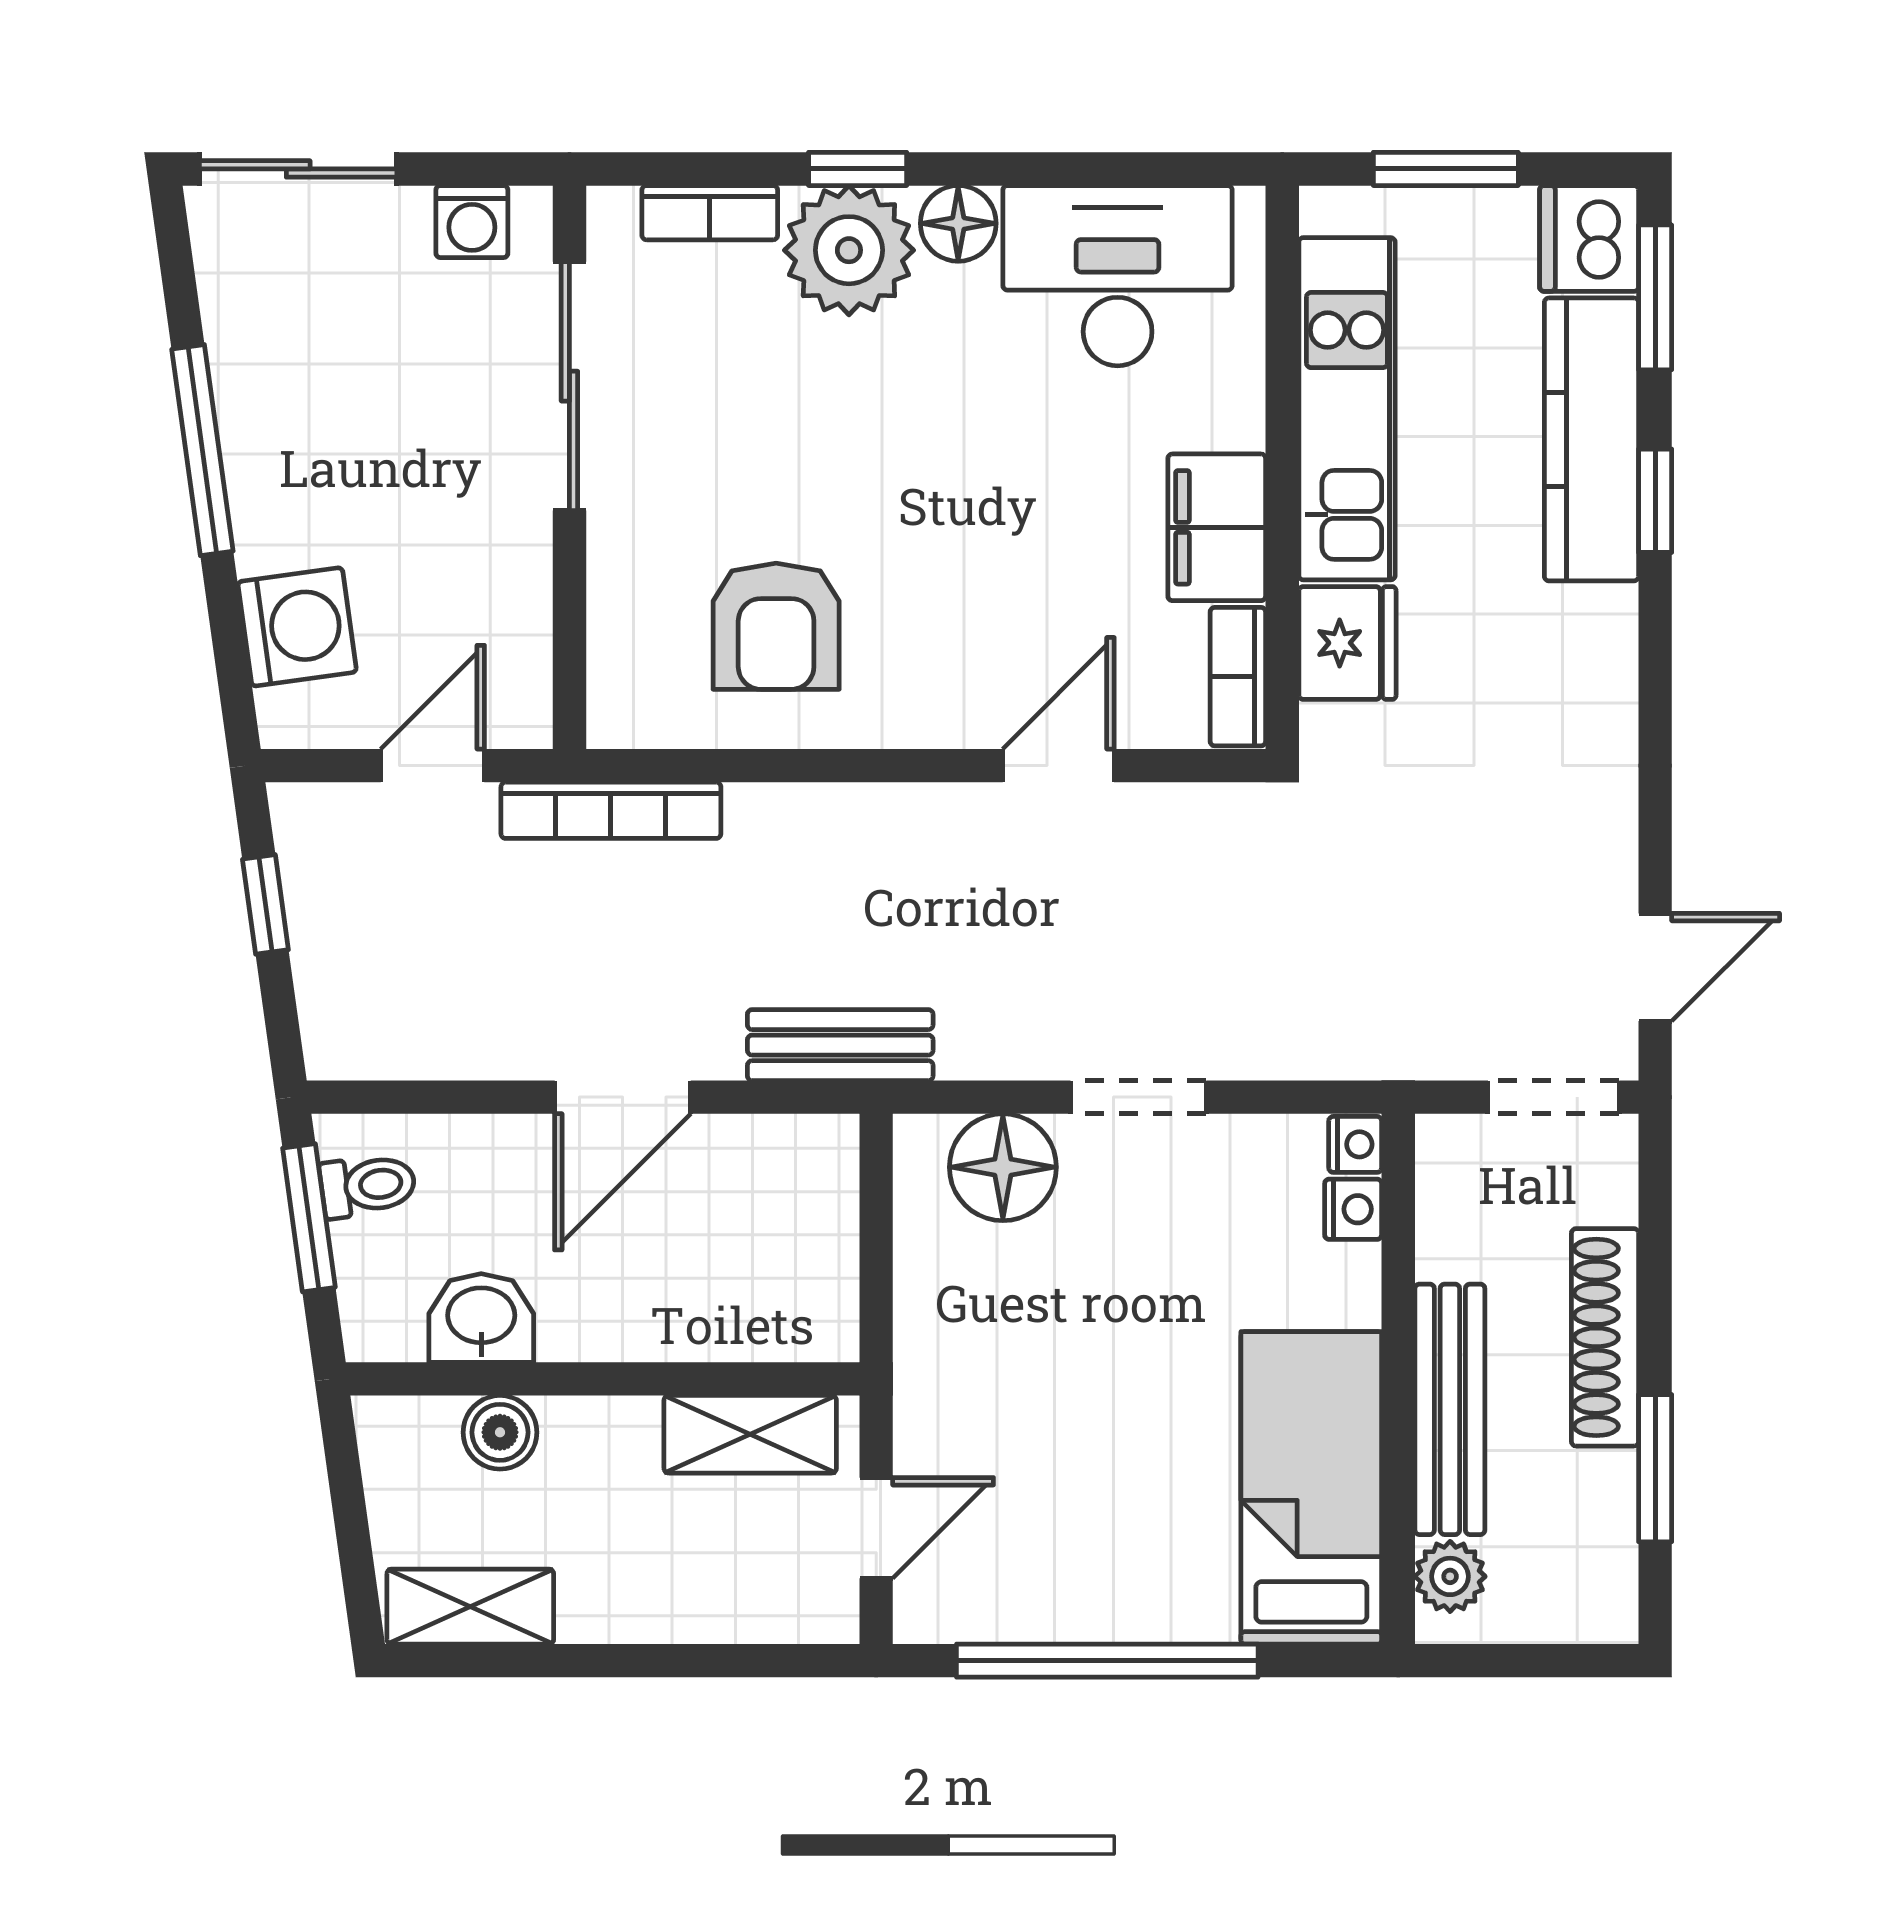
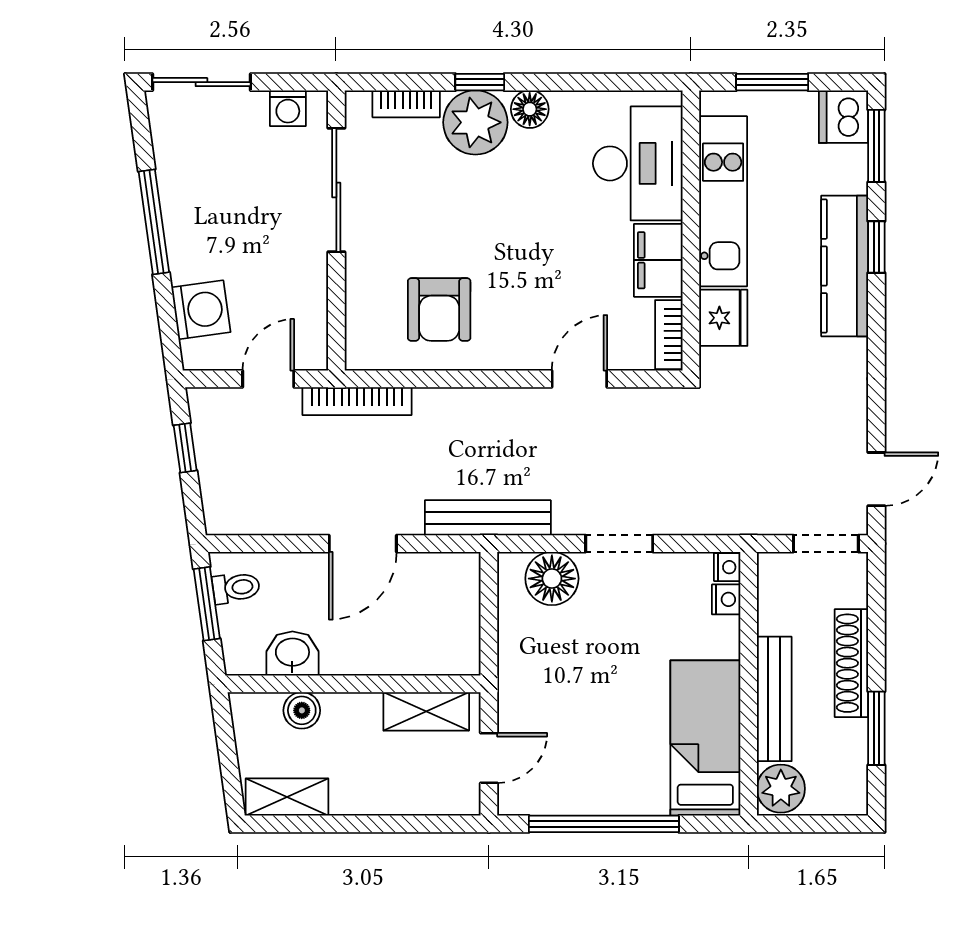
desk: (1118, 276) -> (638, 163), moved, turned 90
kitchen counter: (1591, 439) -> (845, 266), moved
bench: (840, 1045) -> (488, 518), width x1.36
plant: (1450, 1576) -> (781, 789), width x1.38, depth x1.38

